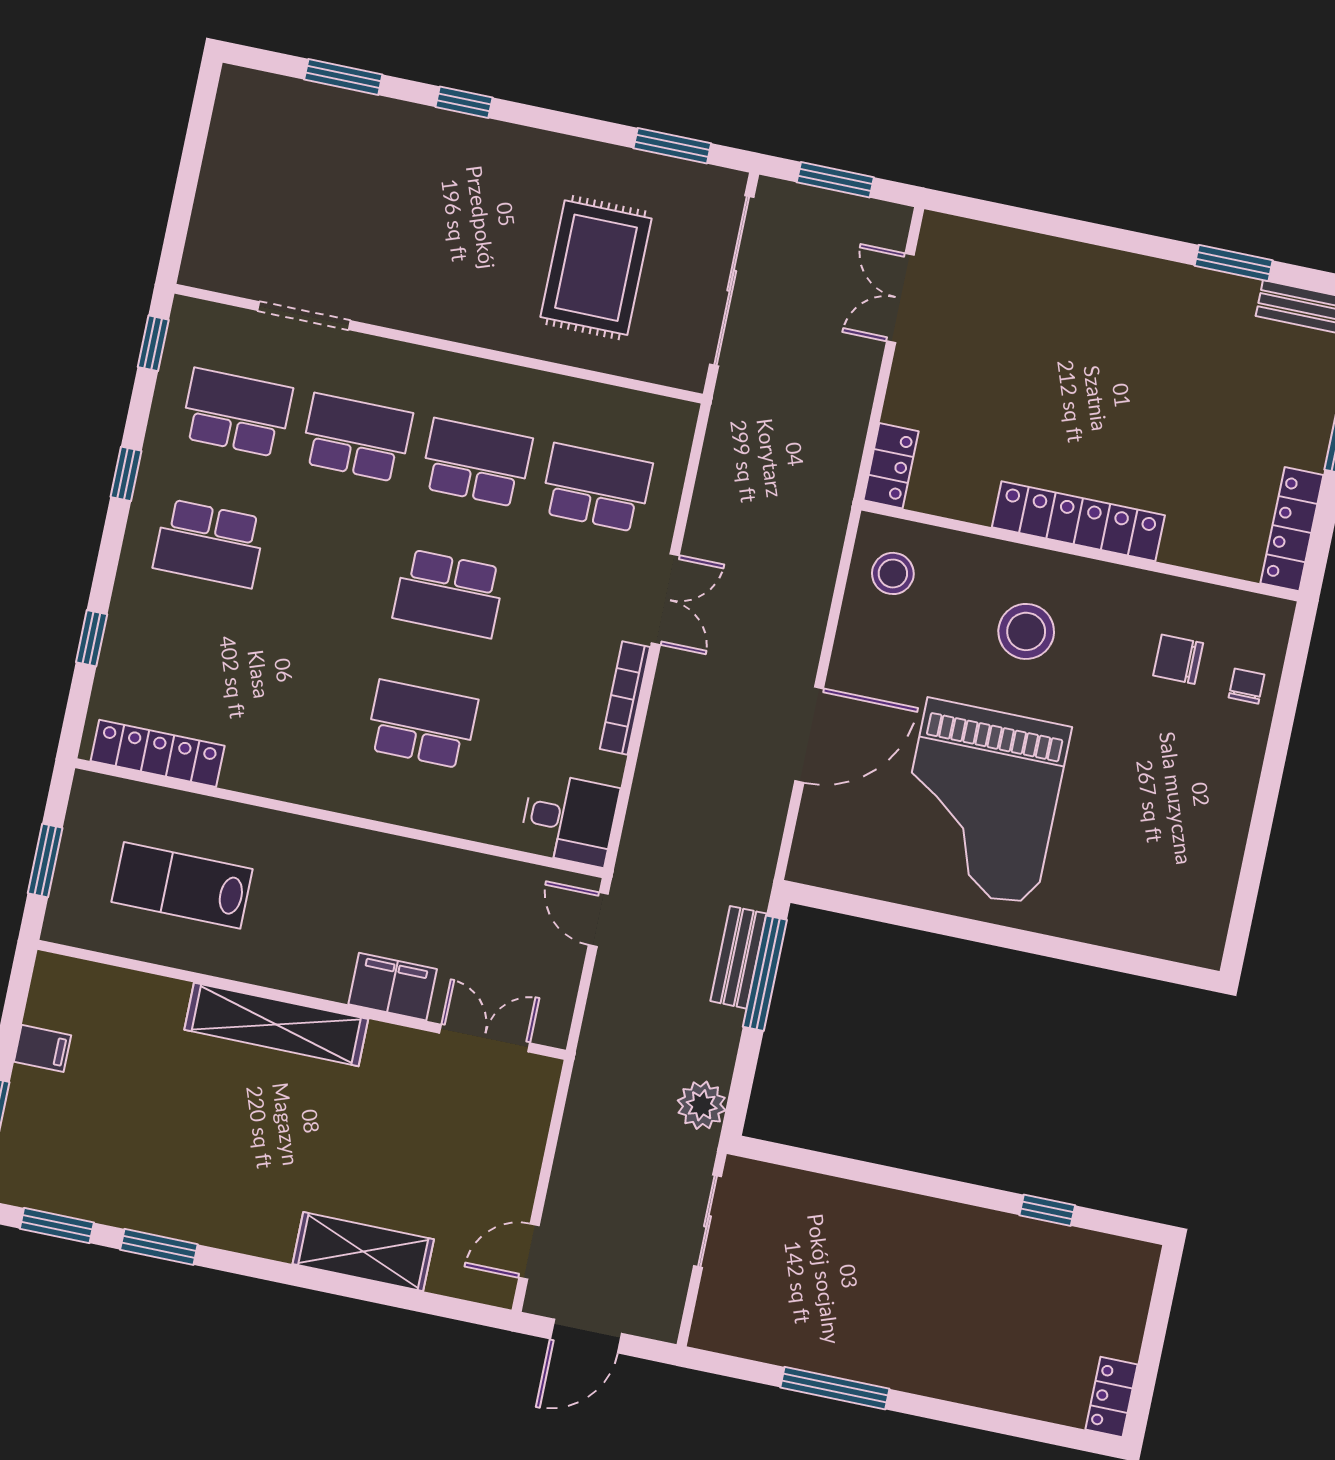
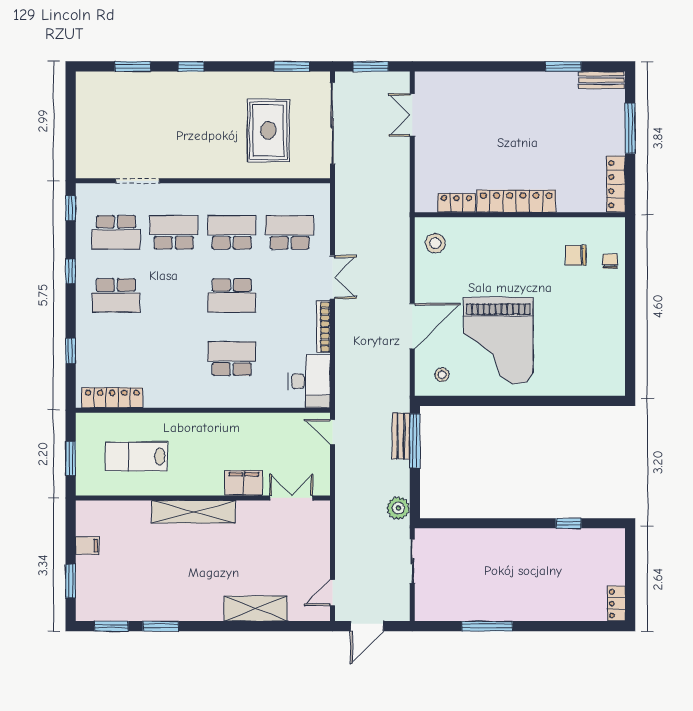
school desk: (237, 413) -> (116, 232), turned 180
locker: (891, 466) -> (456, 203), moved, turned -90
stool: (1026, 631) -> (442, 375), moved, width x0.53, depth x0.53
desk: (569, 819) -> (309, 381), width x1.37

